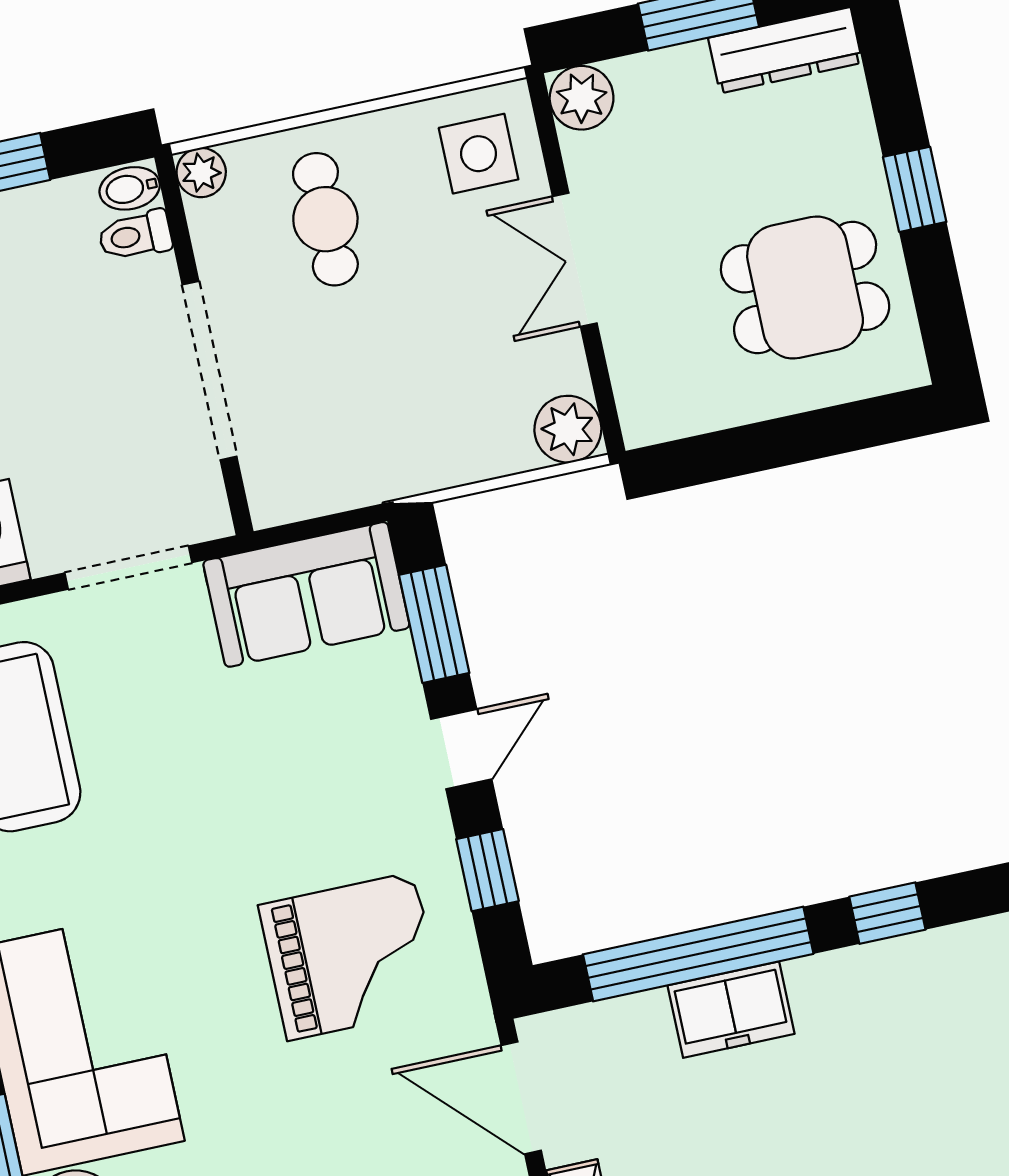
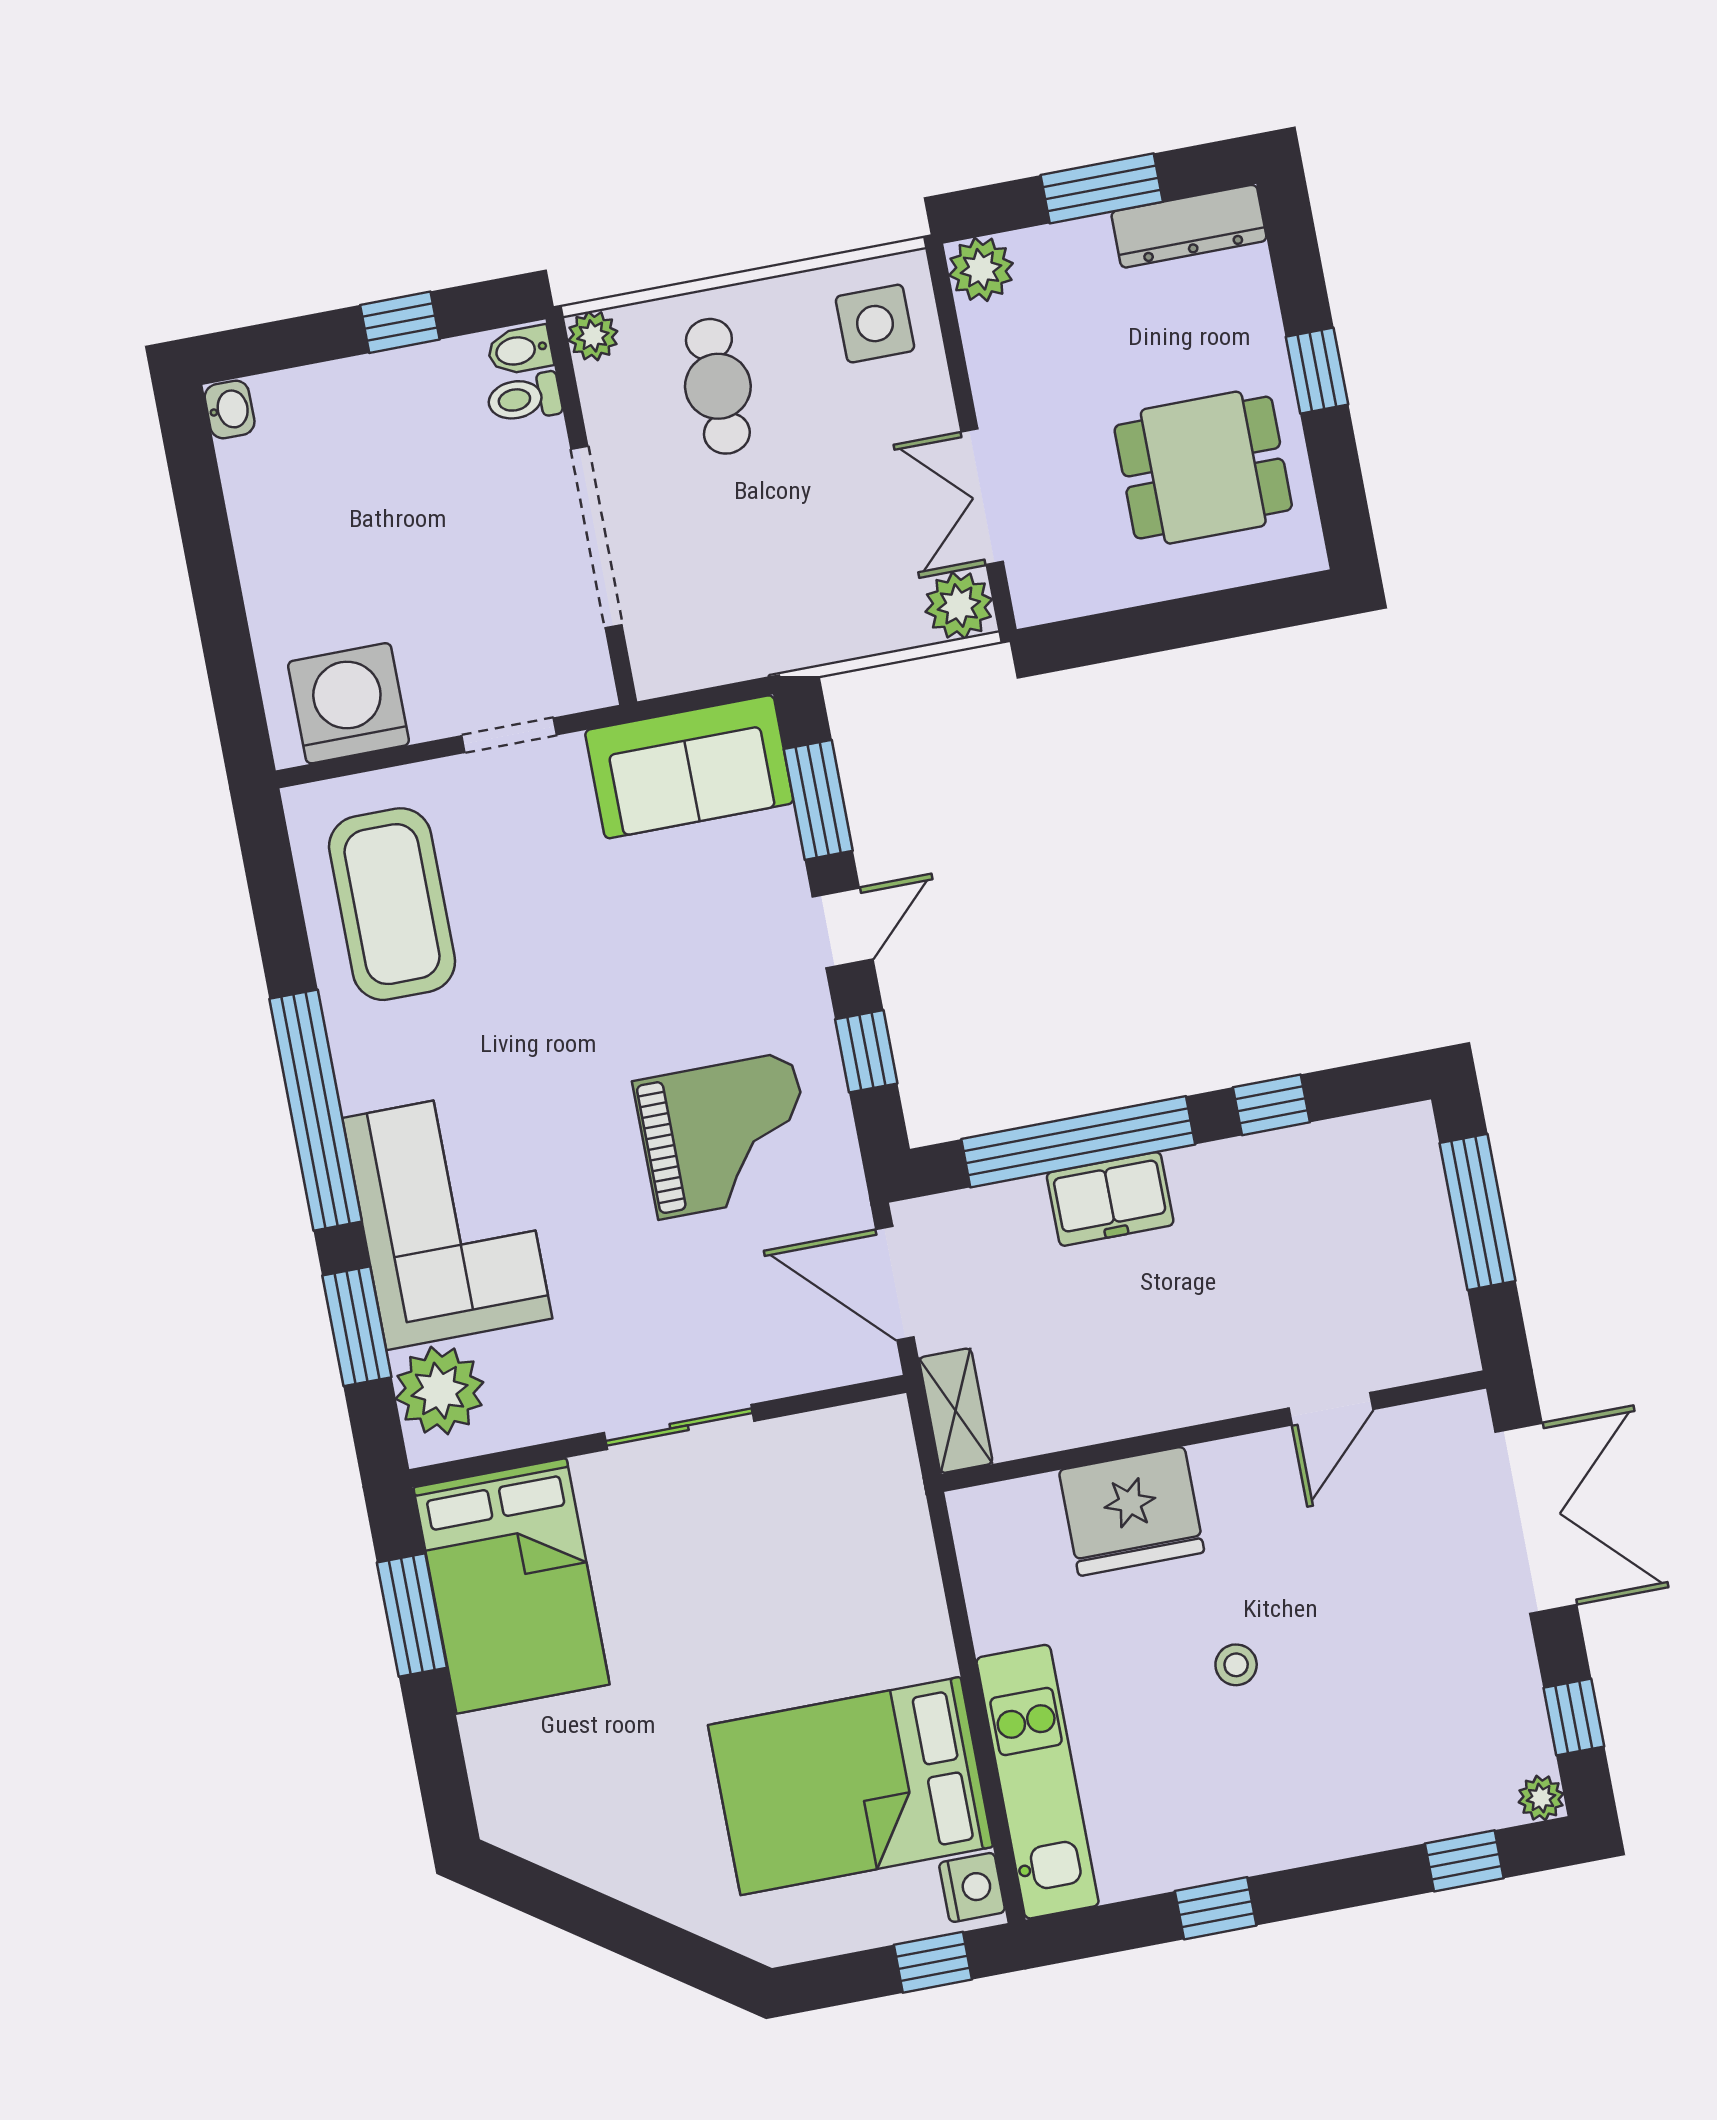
double door: (575, 260) -> (982, 497), moved
doorway: (128, 568) -> (509, 735), width x0.73

